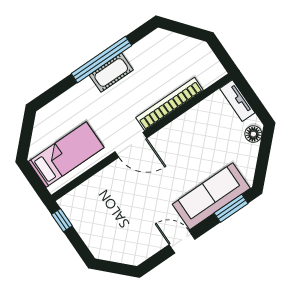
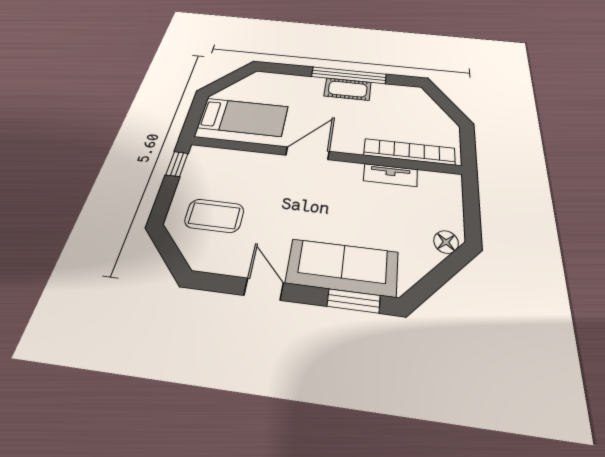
tv unit: (237, 101) -> (390, 175), moved, turned -90
bookcase: (170, 104) -> (409, 152), moved
door: (131, 145) -> (308, 153), swing flipped
coffee table: (117, 229) -> (214, 216), added

